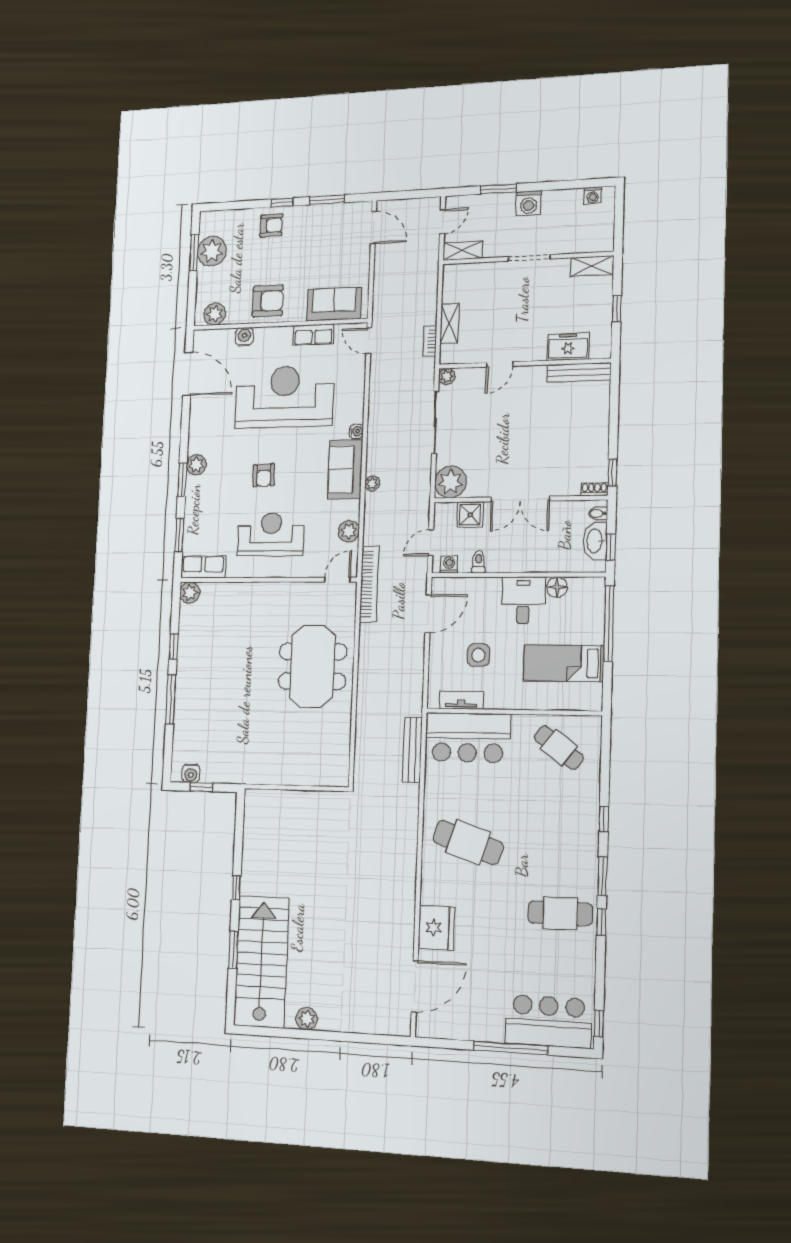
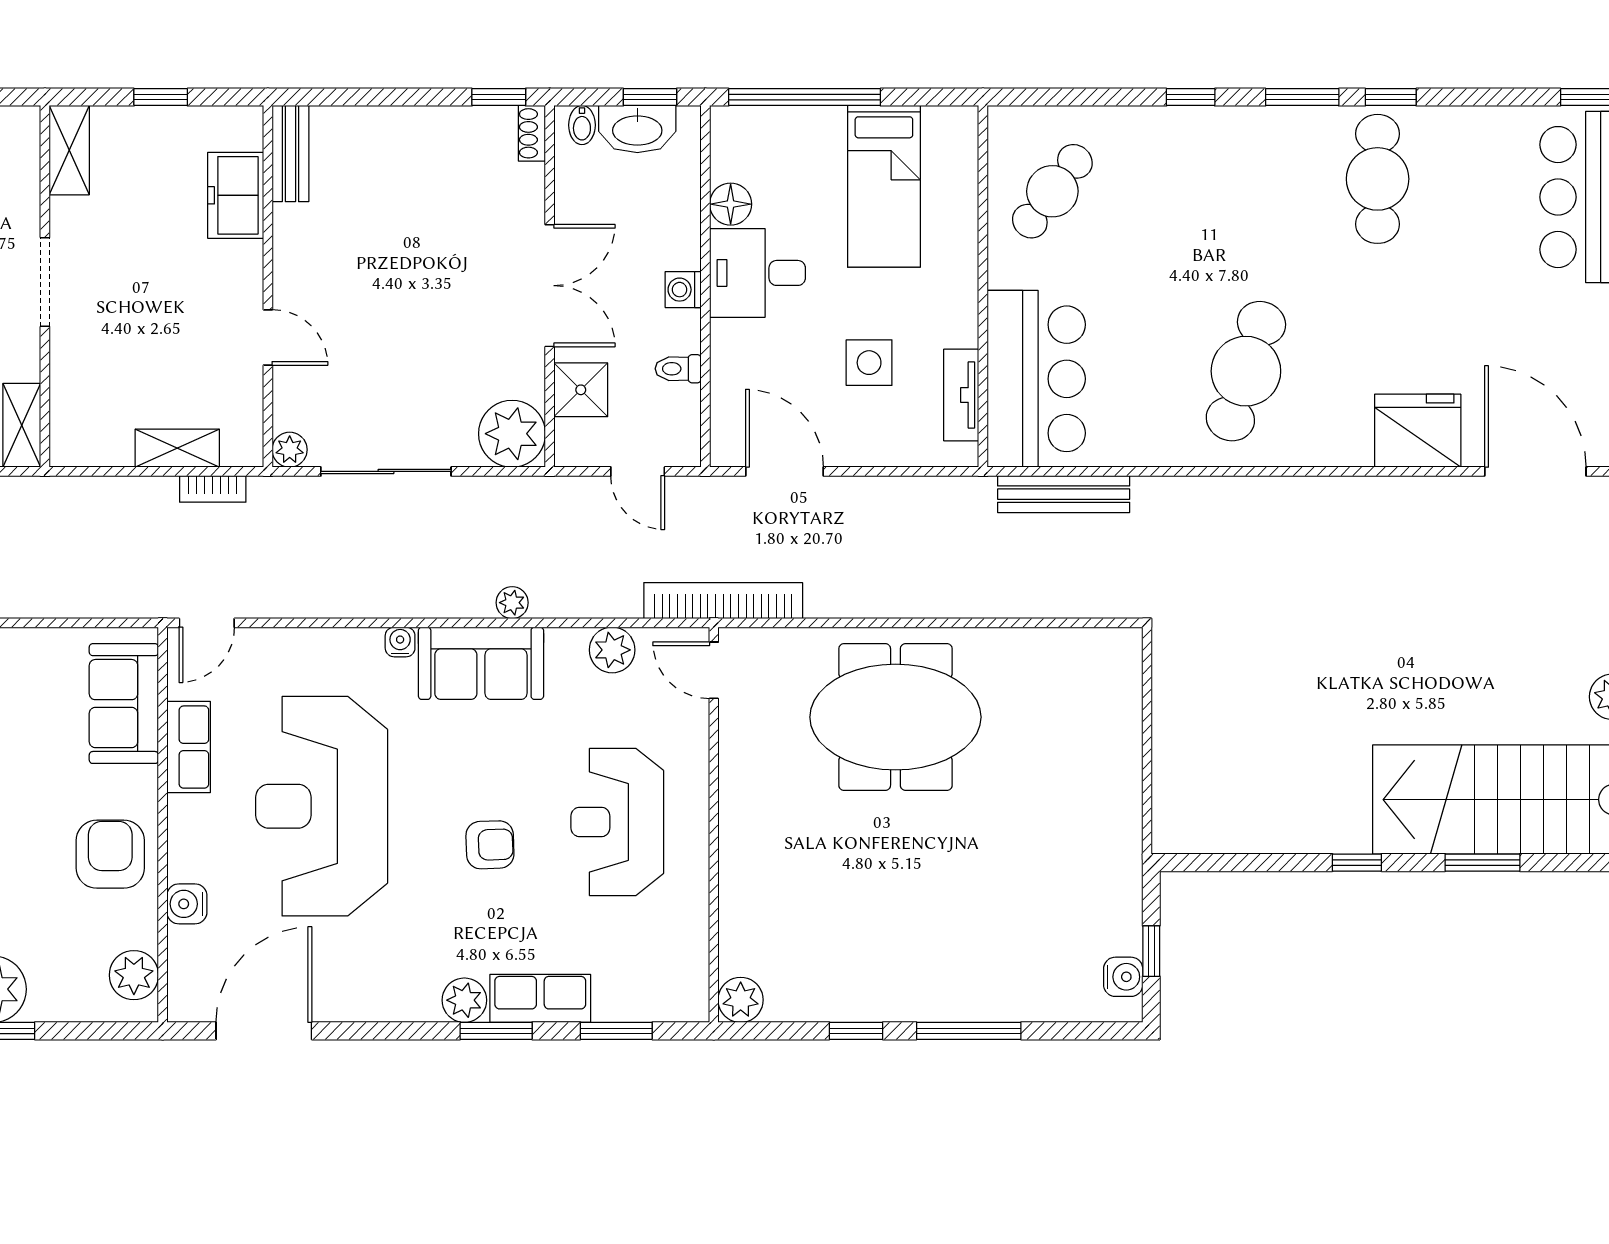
bench: (579, 372) -> (290, 154), width x0.73
washing machine: (449, 564) -> (683, 290), moved
row of seats: (203, 567) -> (540, 998), moved, turned 90

